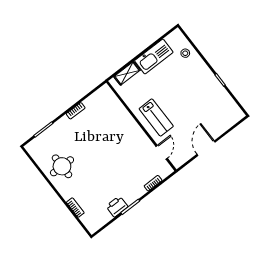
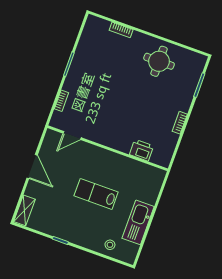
shelving: (127, 73) -> (25, 210), moved
lab bench: (156, 117) -> (96, 194), moved
door: (162, 152) -> (72, 135), hinge flipped
printer: (117, 206) -> (141, 150), moved, turned -90

